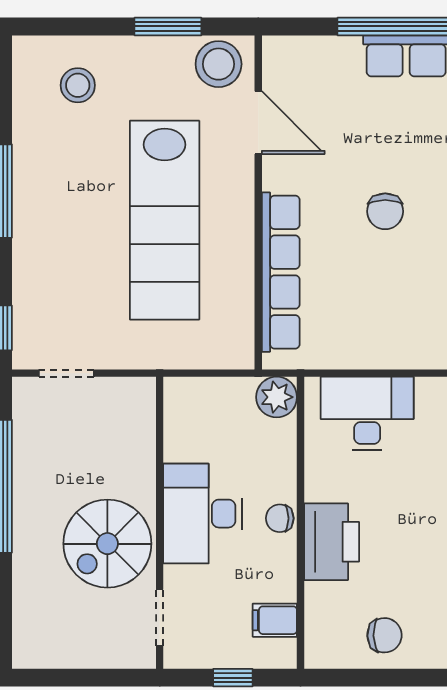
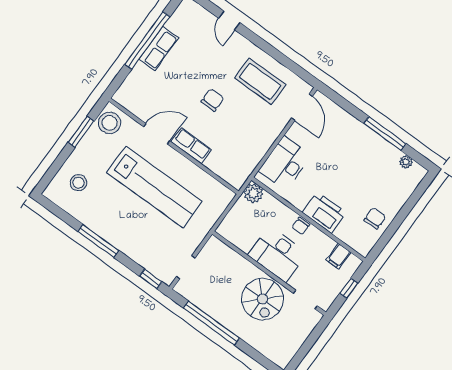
door: (258, 123) -> (157, 134), moved
chair: (385, 211) -> (212, 100), turned -90
row of seats: (281, 272) -> (191, 146), width x0.50

